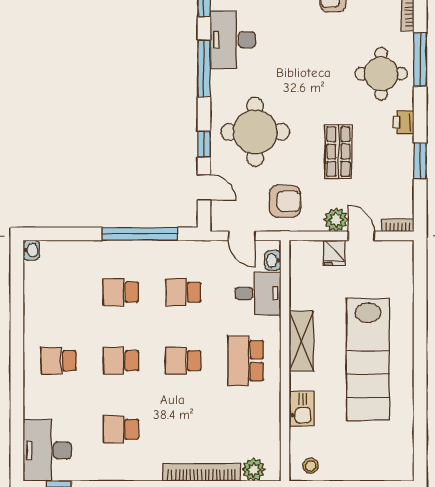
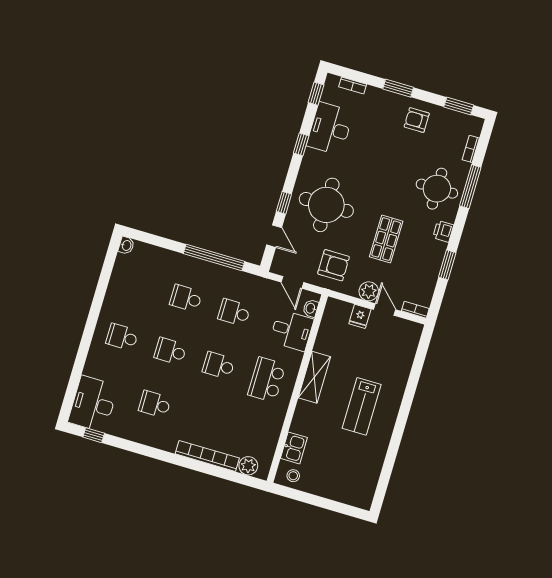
window: (204, 69) -> (301, 144), width x0.46
lab bench: (368, 359) -> (362, 406), width x0.54, depth x0.72
kitchen sink: (302, 408) -> (294, 448), moved

